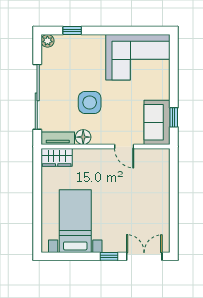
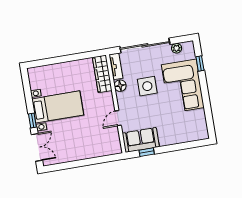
plant: (47, 41) -> (177, 48), moved
corner sofa: (138, 57) -> (183, 86), moved
wardrobe: (57, 157) -> (102, 74), width x1.50
bed with nightstands: (75, 221) -> (58, 107), moved

